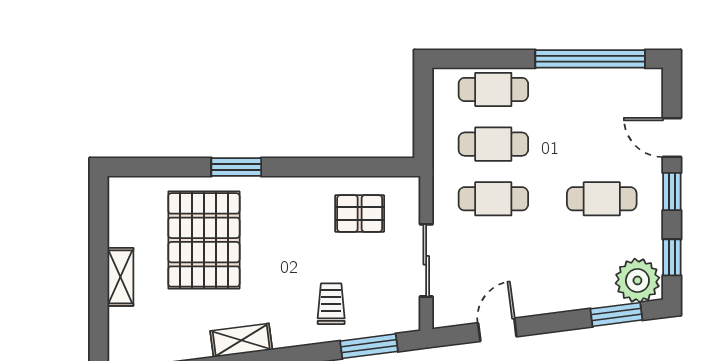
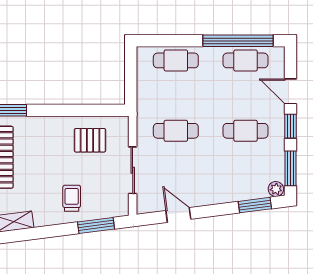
cafe table: (493, 144) -> (246, 60), moved
window: (672, 257) -> (291, 168), width x1.50
plant: (637, 280) -> (276, 189), width x0.53, depth x0.53
door: (497, 330) -> (178, 215), hinge flipped

